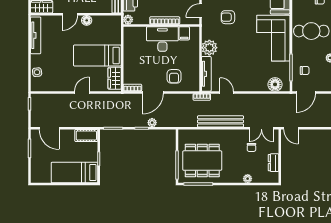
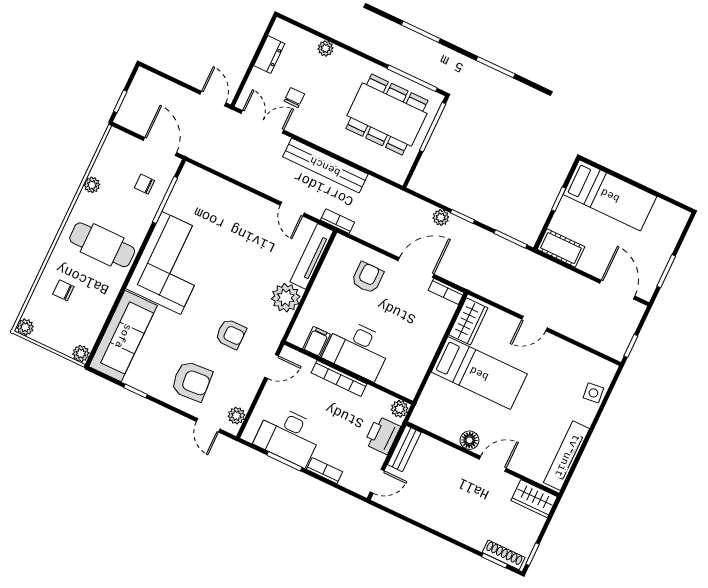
floor lamp: (275, 84) -> (205, 184), removed
door: (306, 92) -> (160, 147), hinge flipped

